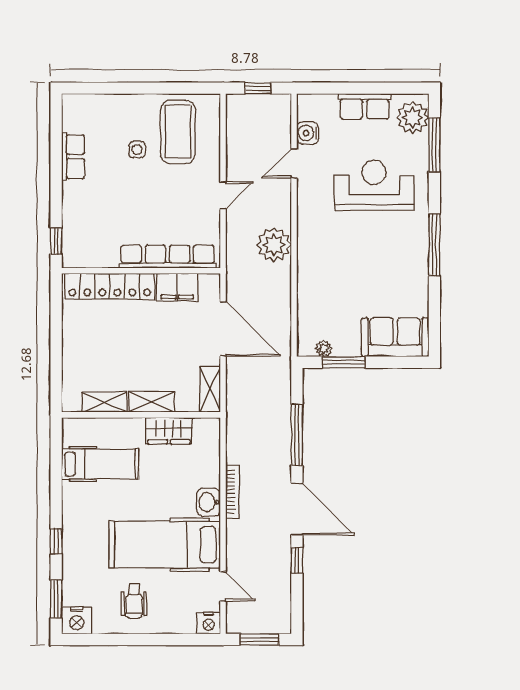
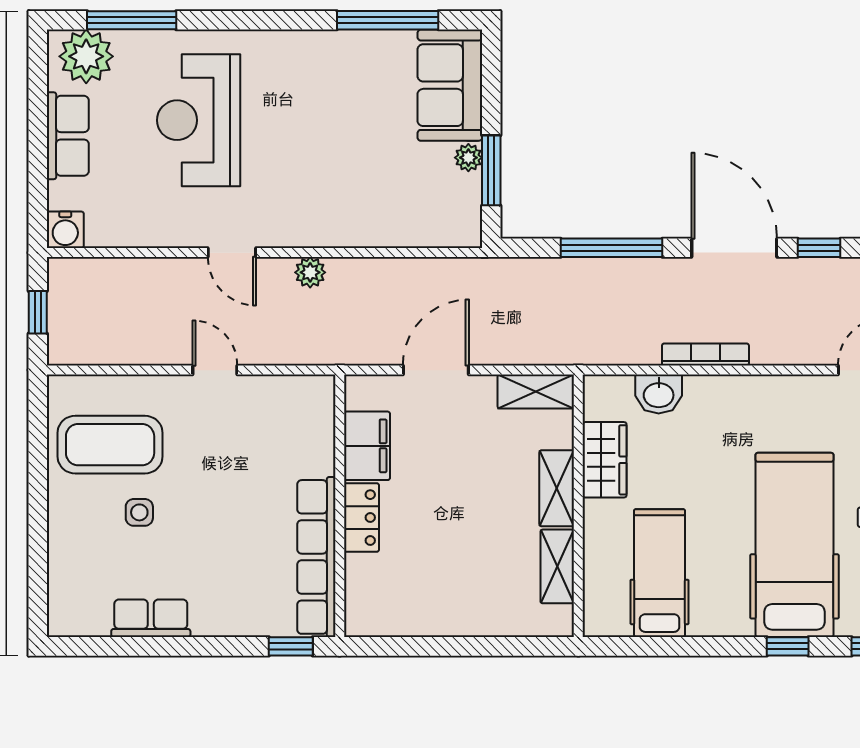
water cooler: (308, 133) -> (65, 230), moved
door: (294, 163) -> (232, 253), moved
plant: (274, 245) -> (310, 272), width x0.53, depth x0.53
window: (434, 245) -> (388, 20), moved
row of seats: (168, 257) -> (316, 557), moved
locker: (110, 286) -> (362, 518), width x0.46, depth x0.83
door: (223, 329) -> (436, 370), width x0.73
plant: (324, 348) -> (468, 158), moved
washbasin: (209, 502) -> (659, 394), moved
door: (297, 509) -> (734, 248), hinge flipped
hospital bed: (165, 545) -> (794, 545), moved, turned 180

